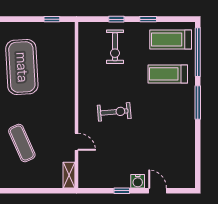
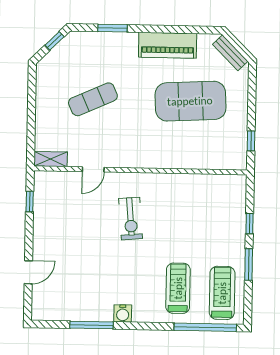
window: (148, 19) -> (249, 264), width x1.50
exercise bike: (115, 47) -> (214, 221), removed
window: (198, 102) -> (92, 325), moved
water cooler: (138, 181) -> (123, 313), moved, turned -90
window: (122, 191) -> (30, 201), moved

